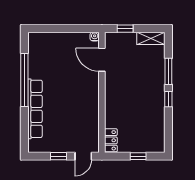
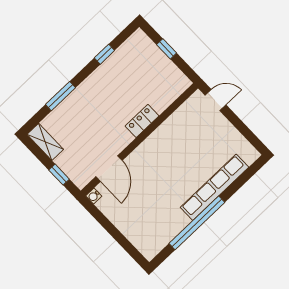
window: (168, 99) -> (104, 54), moved
locker: (111, 140) -> (142, 121), moved
window: (59, 156) -> (238, 123), removed

